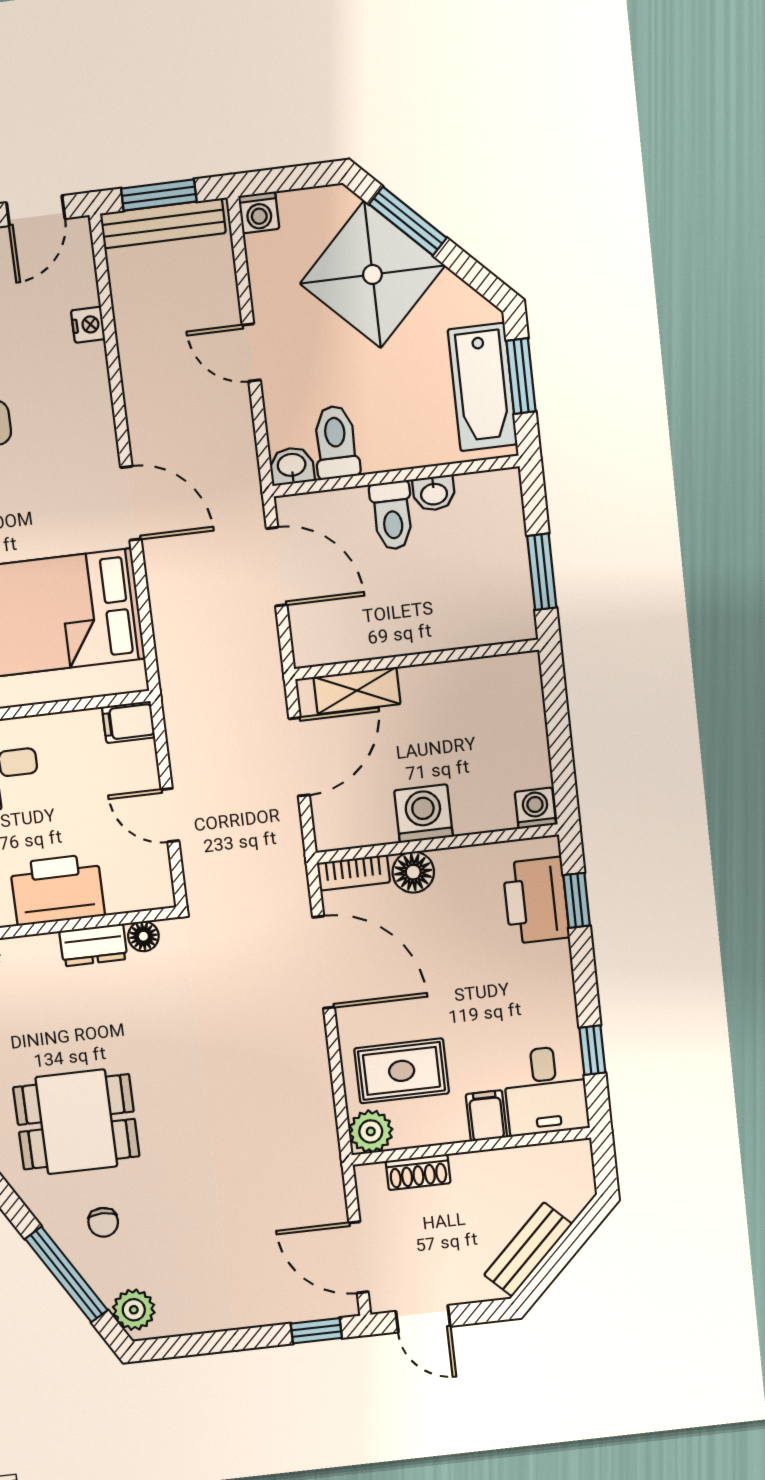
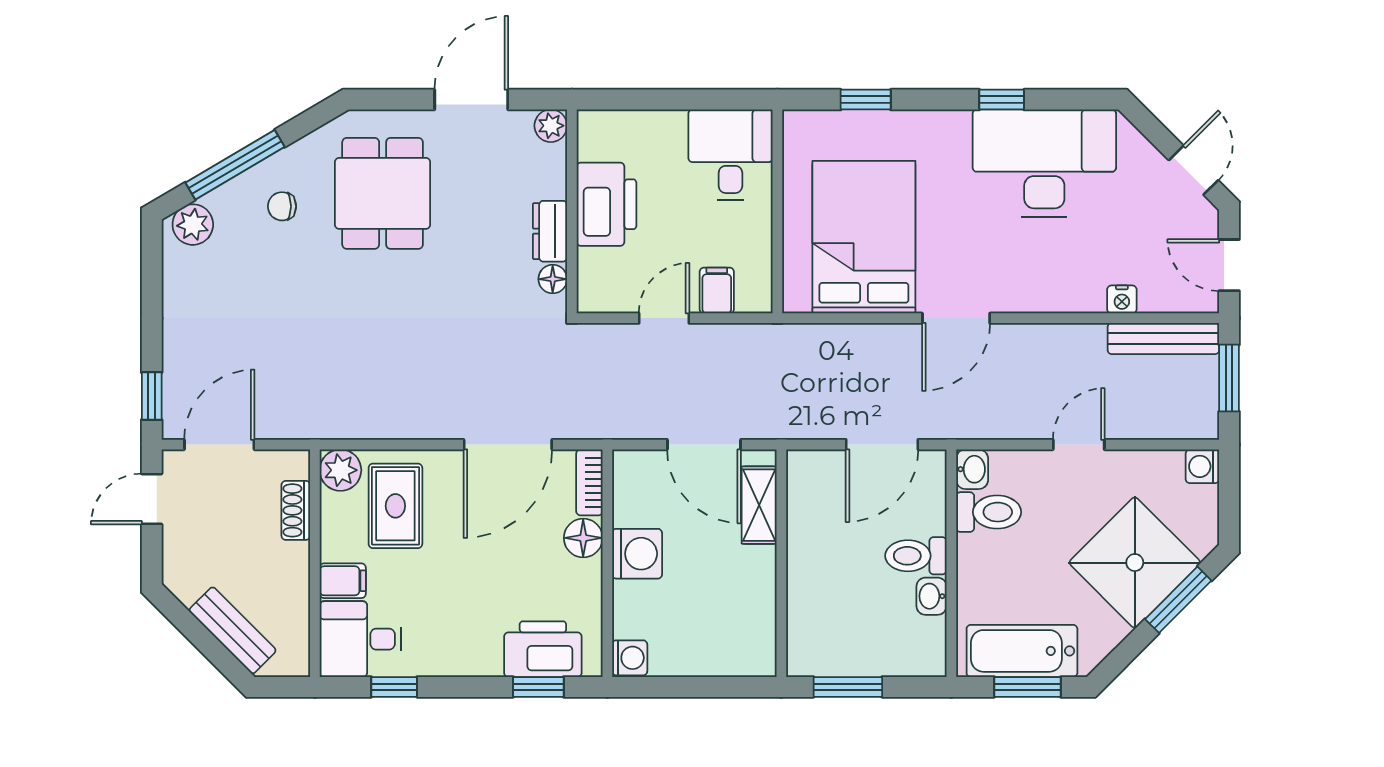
bench: (163, 223) -> (1163, 339), moved, turned 90
filing cabinet: (129, 722) -> (717, 291), moved
bench: (528, 1249) -> (233, 630), moved

